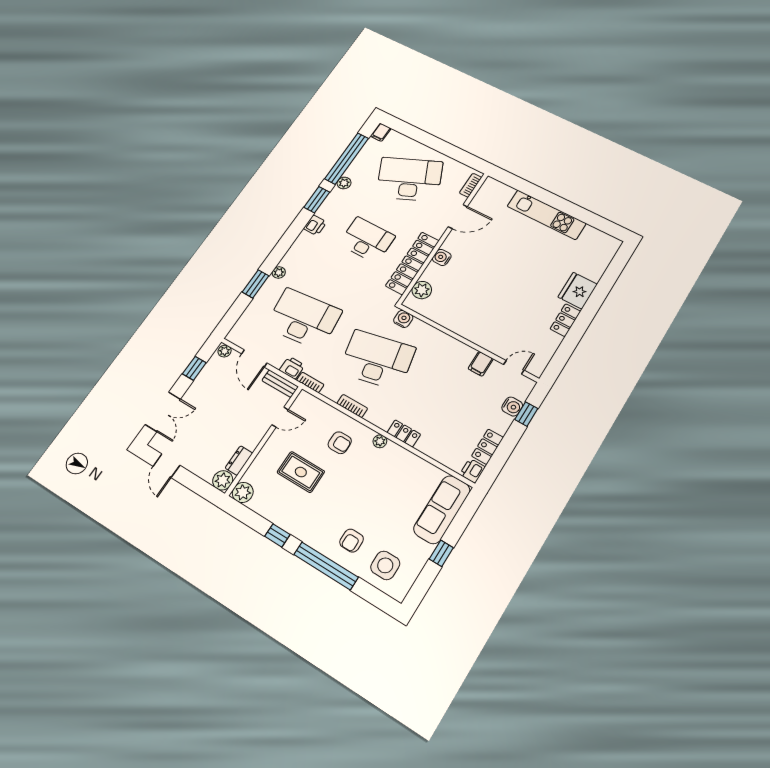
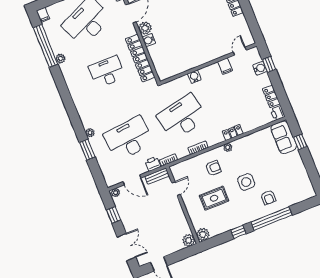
window: (317, 200) -> (60, 81), removed
printer: (315, 225) -> (76, 93), removed
plant: (422, 290) -> (145, 28), moved
water cooler: (403, 319) -> (194, 77), moved
dresser: (239, 461) -> (184, 225), removed
sofa: (442, 509) -> (284, 137), width x0.73
window: (441, 553) -> (300, 142), moved
side table: (385, 565) -> (246, 182), moved

